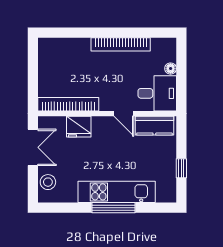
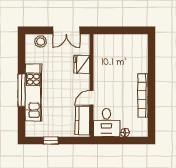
bookcase: (68, 104) -> (98, 57), removed

